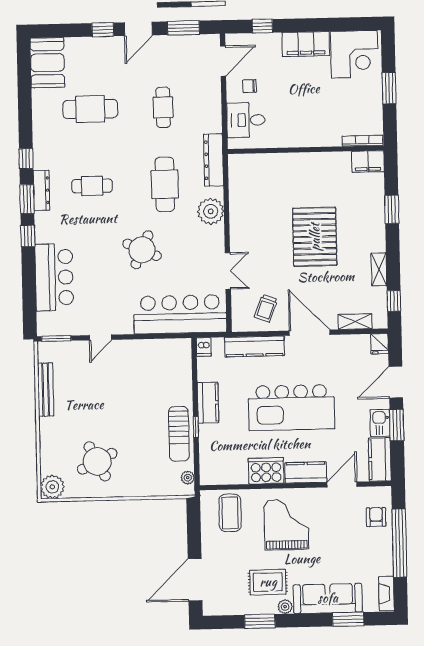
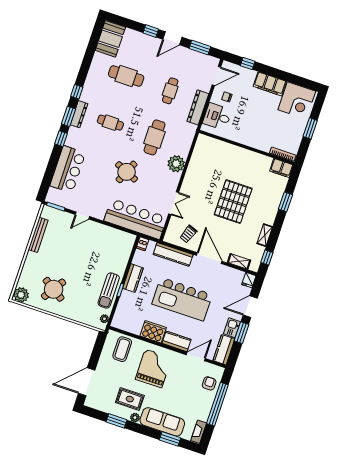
dresser: (213, 160) -> (198, 107), moved
round table: (97, 461) -> (54, 289), turned -30

